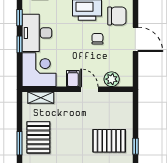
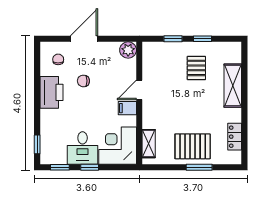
chair: (117, 16) -> (58, 59), width x0.54, depth x0.54
desk: (37, 33) -> (83, 148), width x0.73
plant: (112, 79) -> (128, 50), moved
window: (135, 120) -> (173, 39), added
pallet: (109, 141) -> (196, 68), width x0.67, depth x0.71

